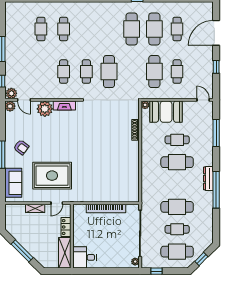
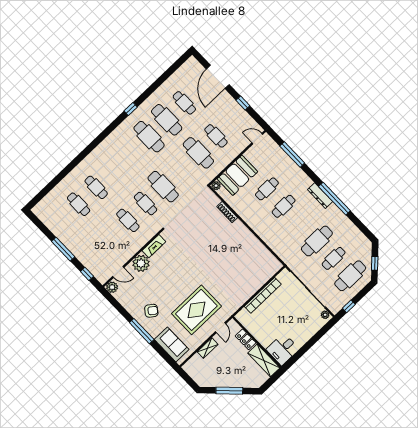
plant: (11, 93) -> (104, 276), removed
cafe table: (177, 162) -> (284, 206), width x0.73, depth x0.74

